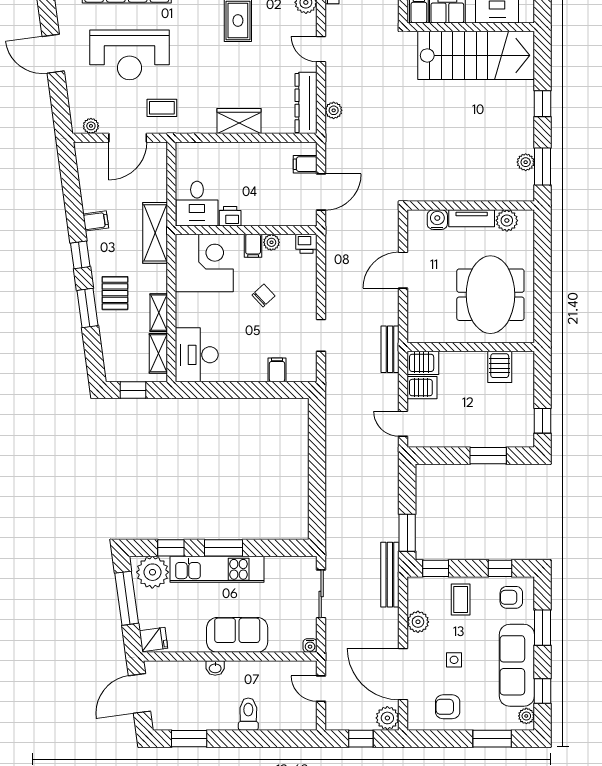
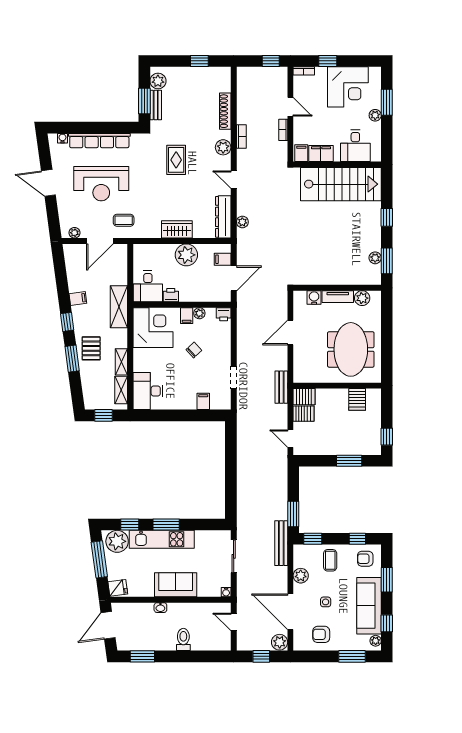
plant: (253, 158) -> (186, 255), added

